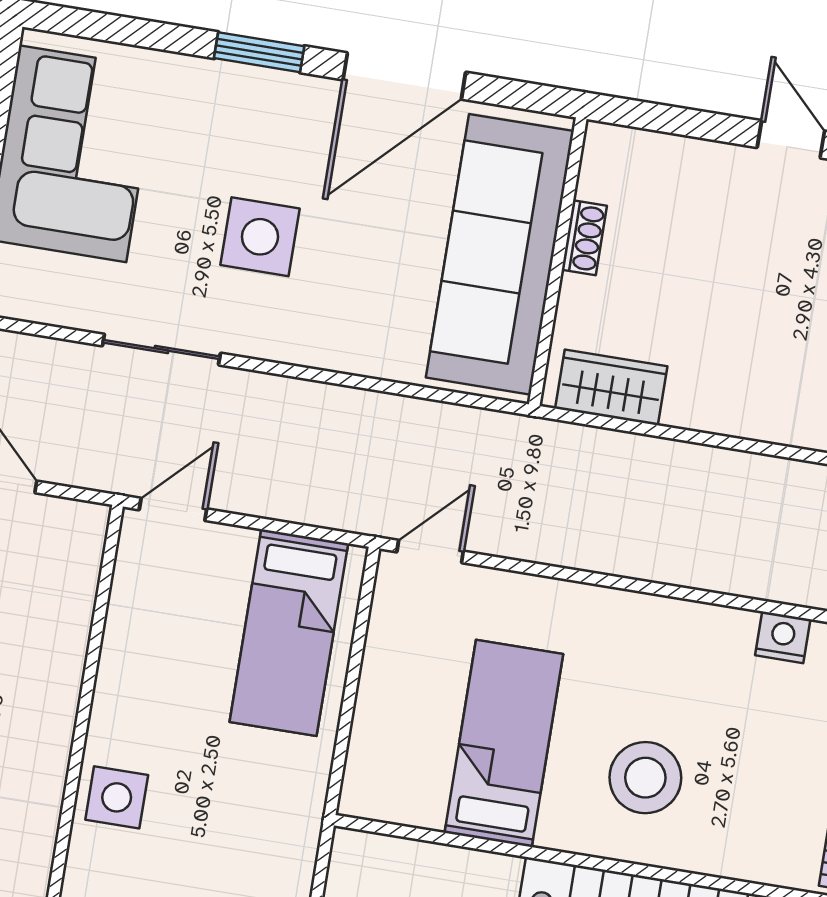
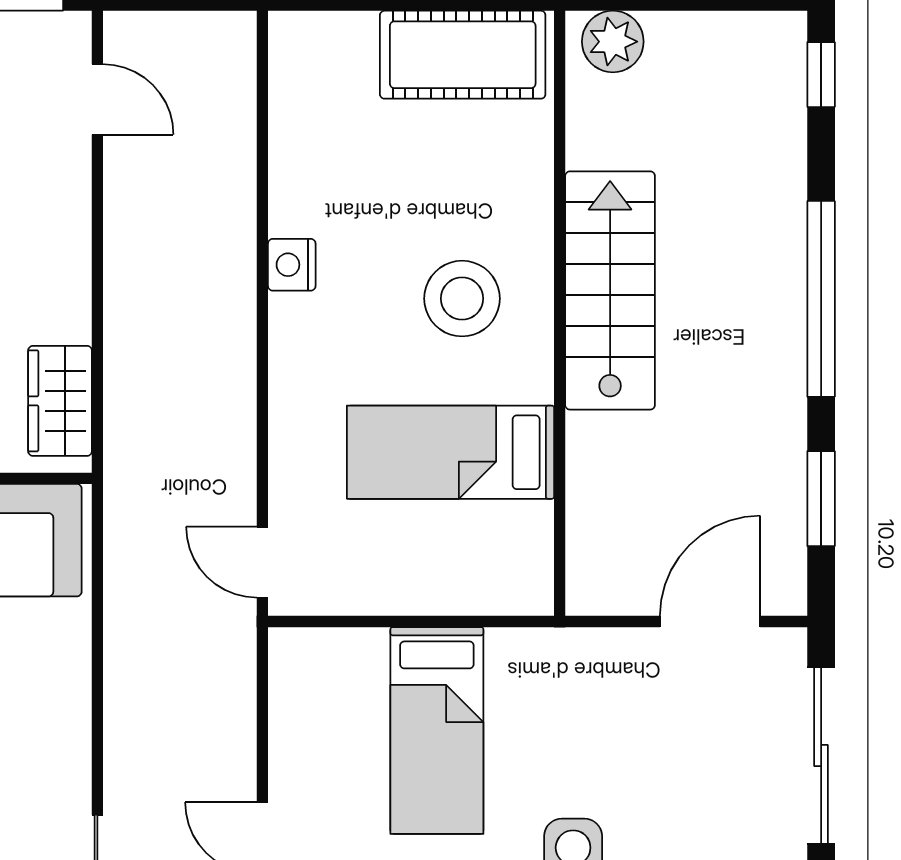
bed: (289, 633) -> (437, 730), moved, turned 90
nightstand: (783, 637) -> (292, 265), moved

